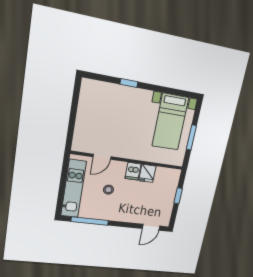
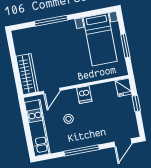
window: (129, 83) -> (51, 21), width x2.17
wardrobe: (83, 130) -> (27, 74), added
fridge: (147, 173) -> (124, 87), moved
window: (90, 221) -> (82, 150), moved

